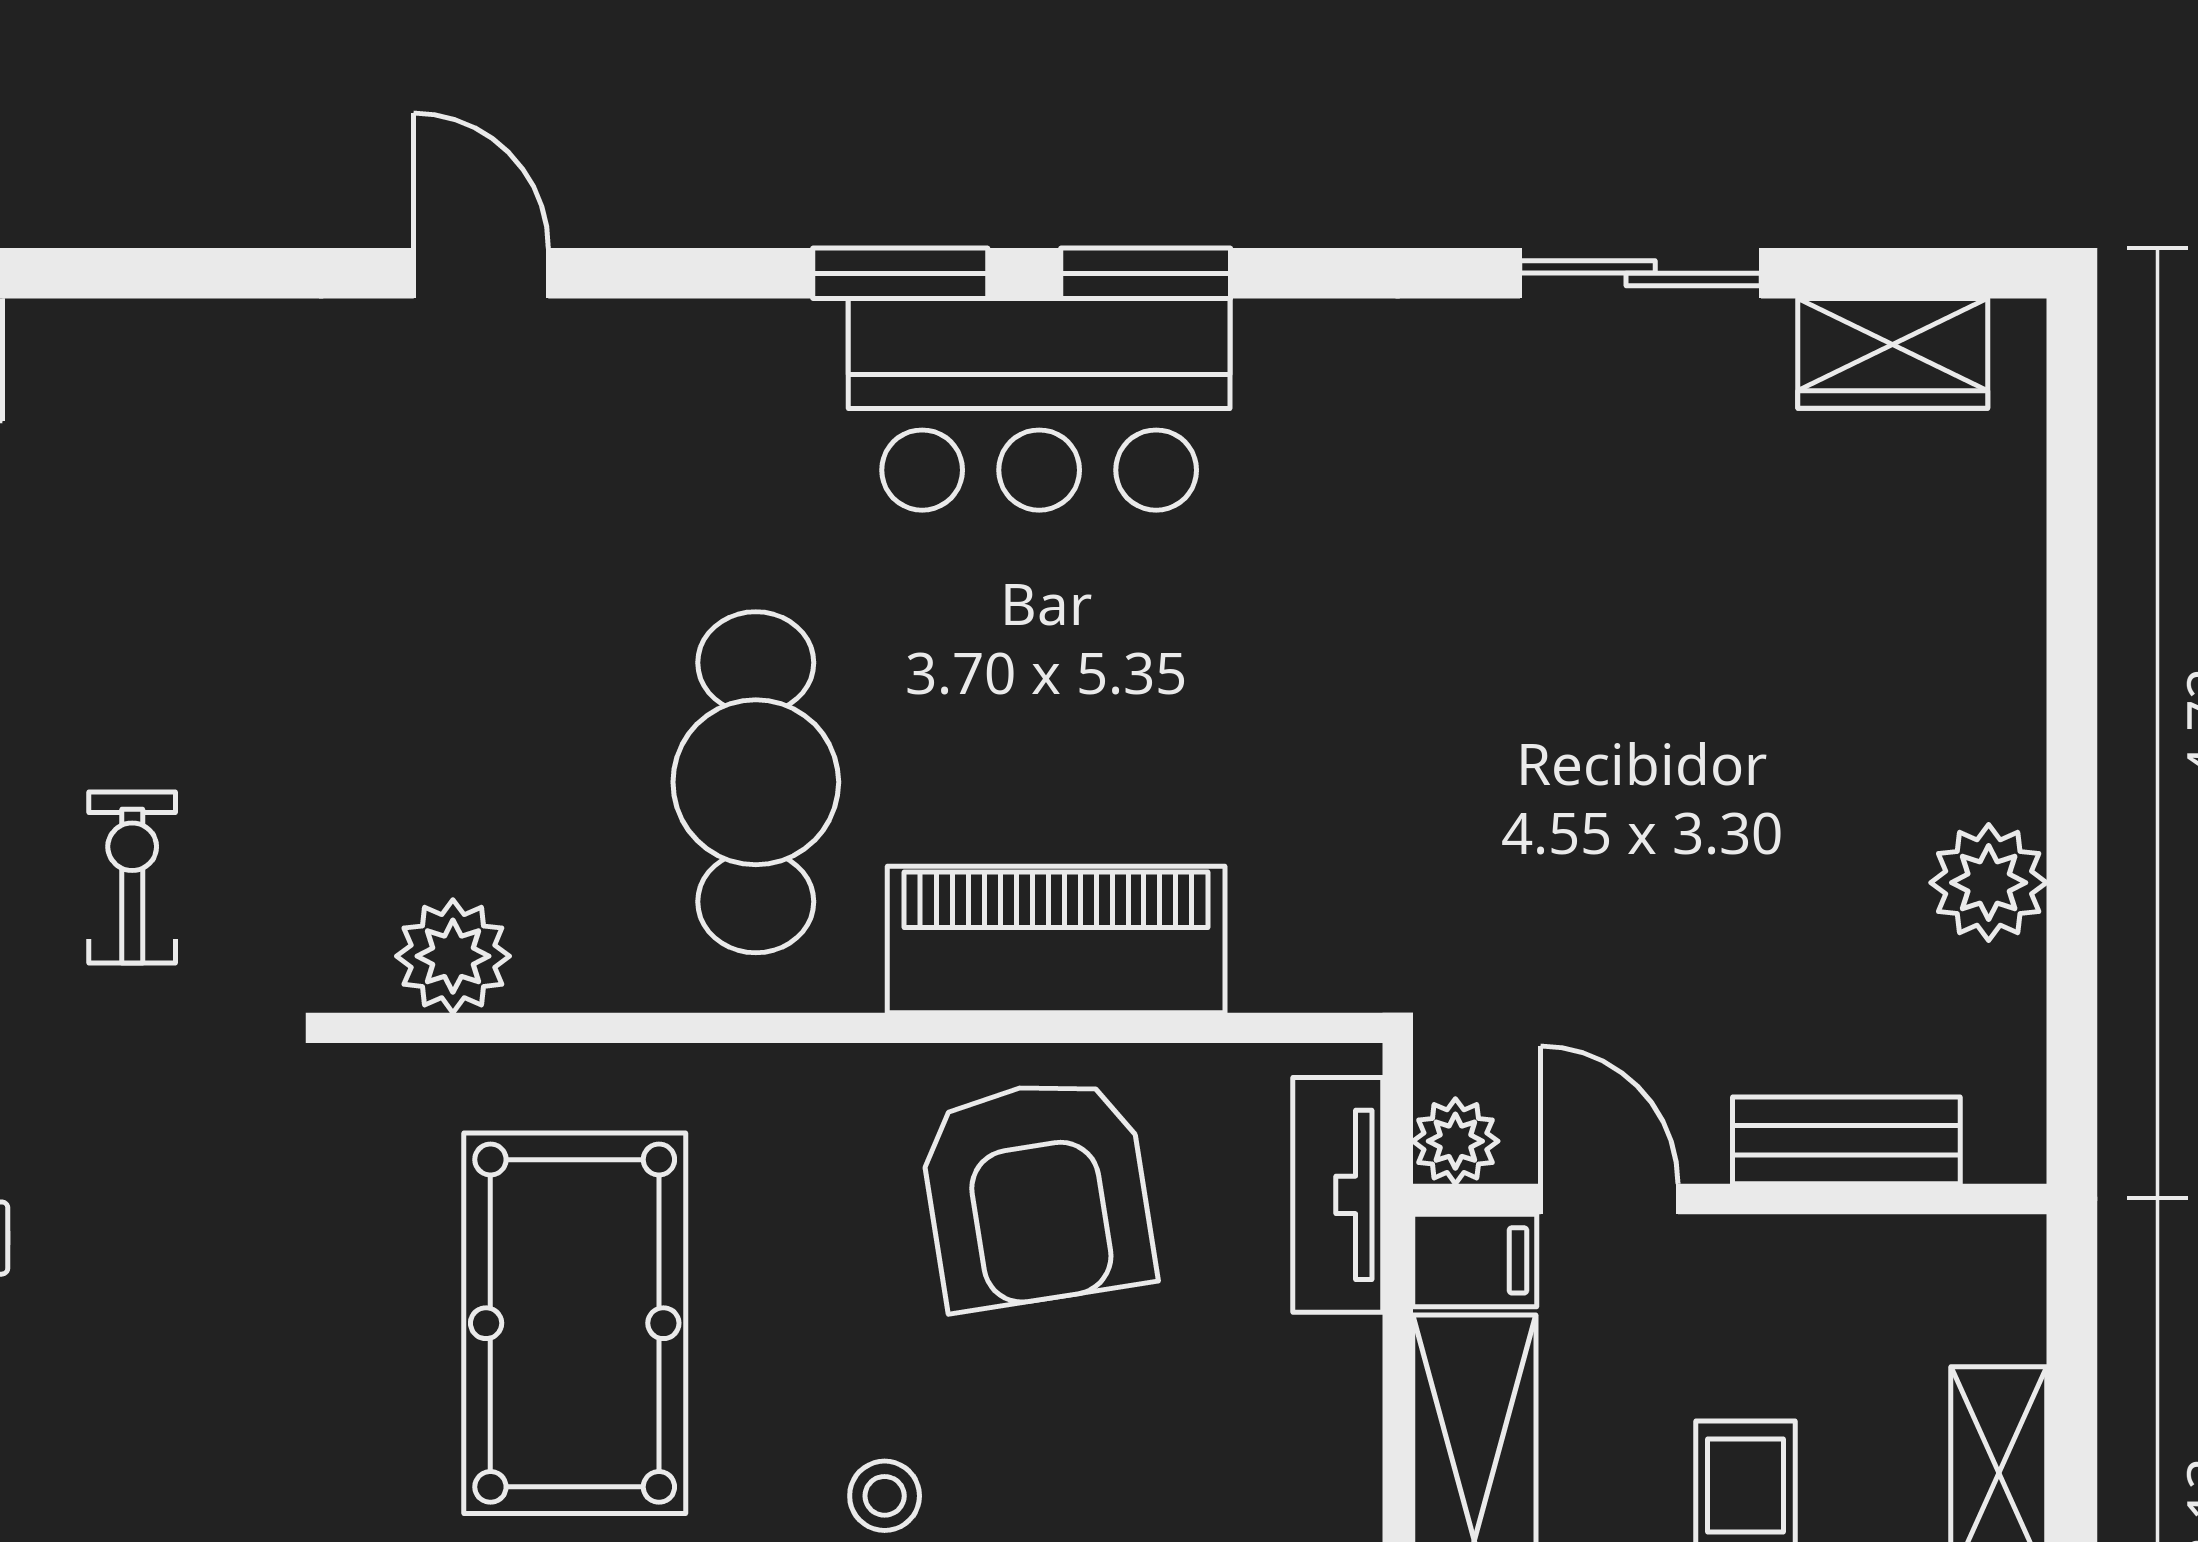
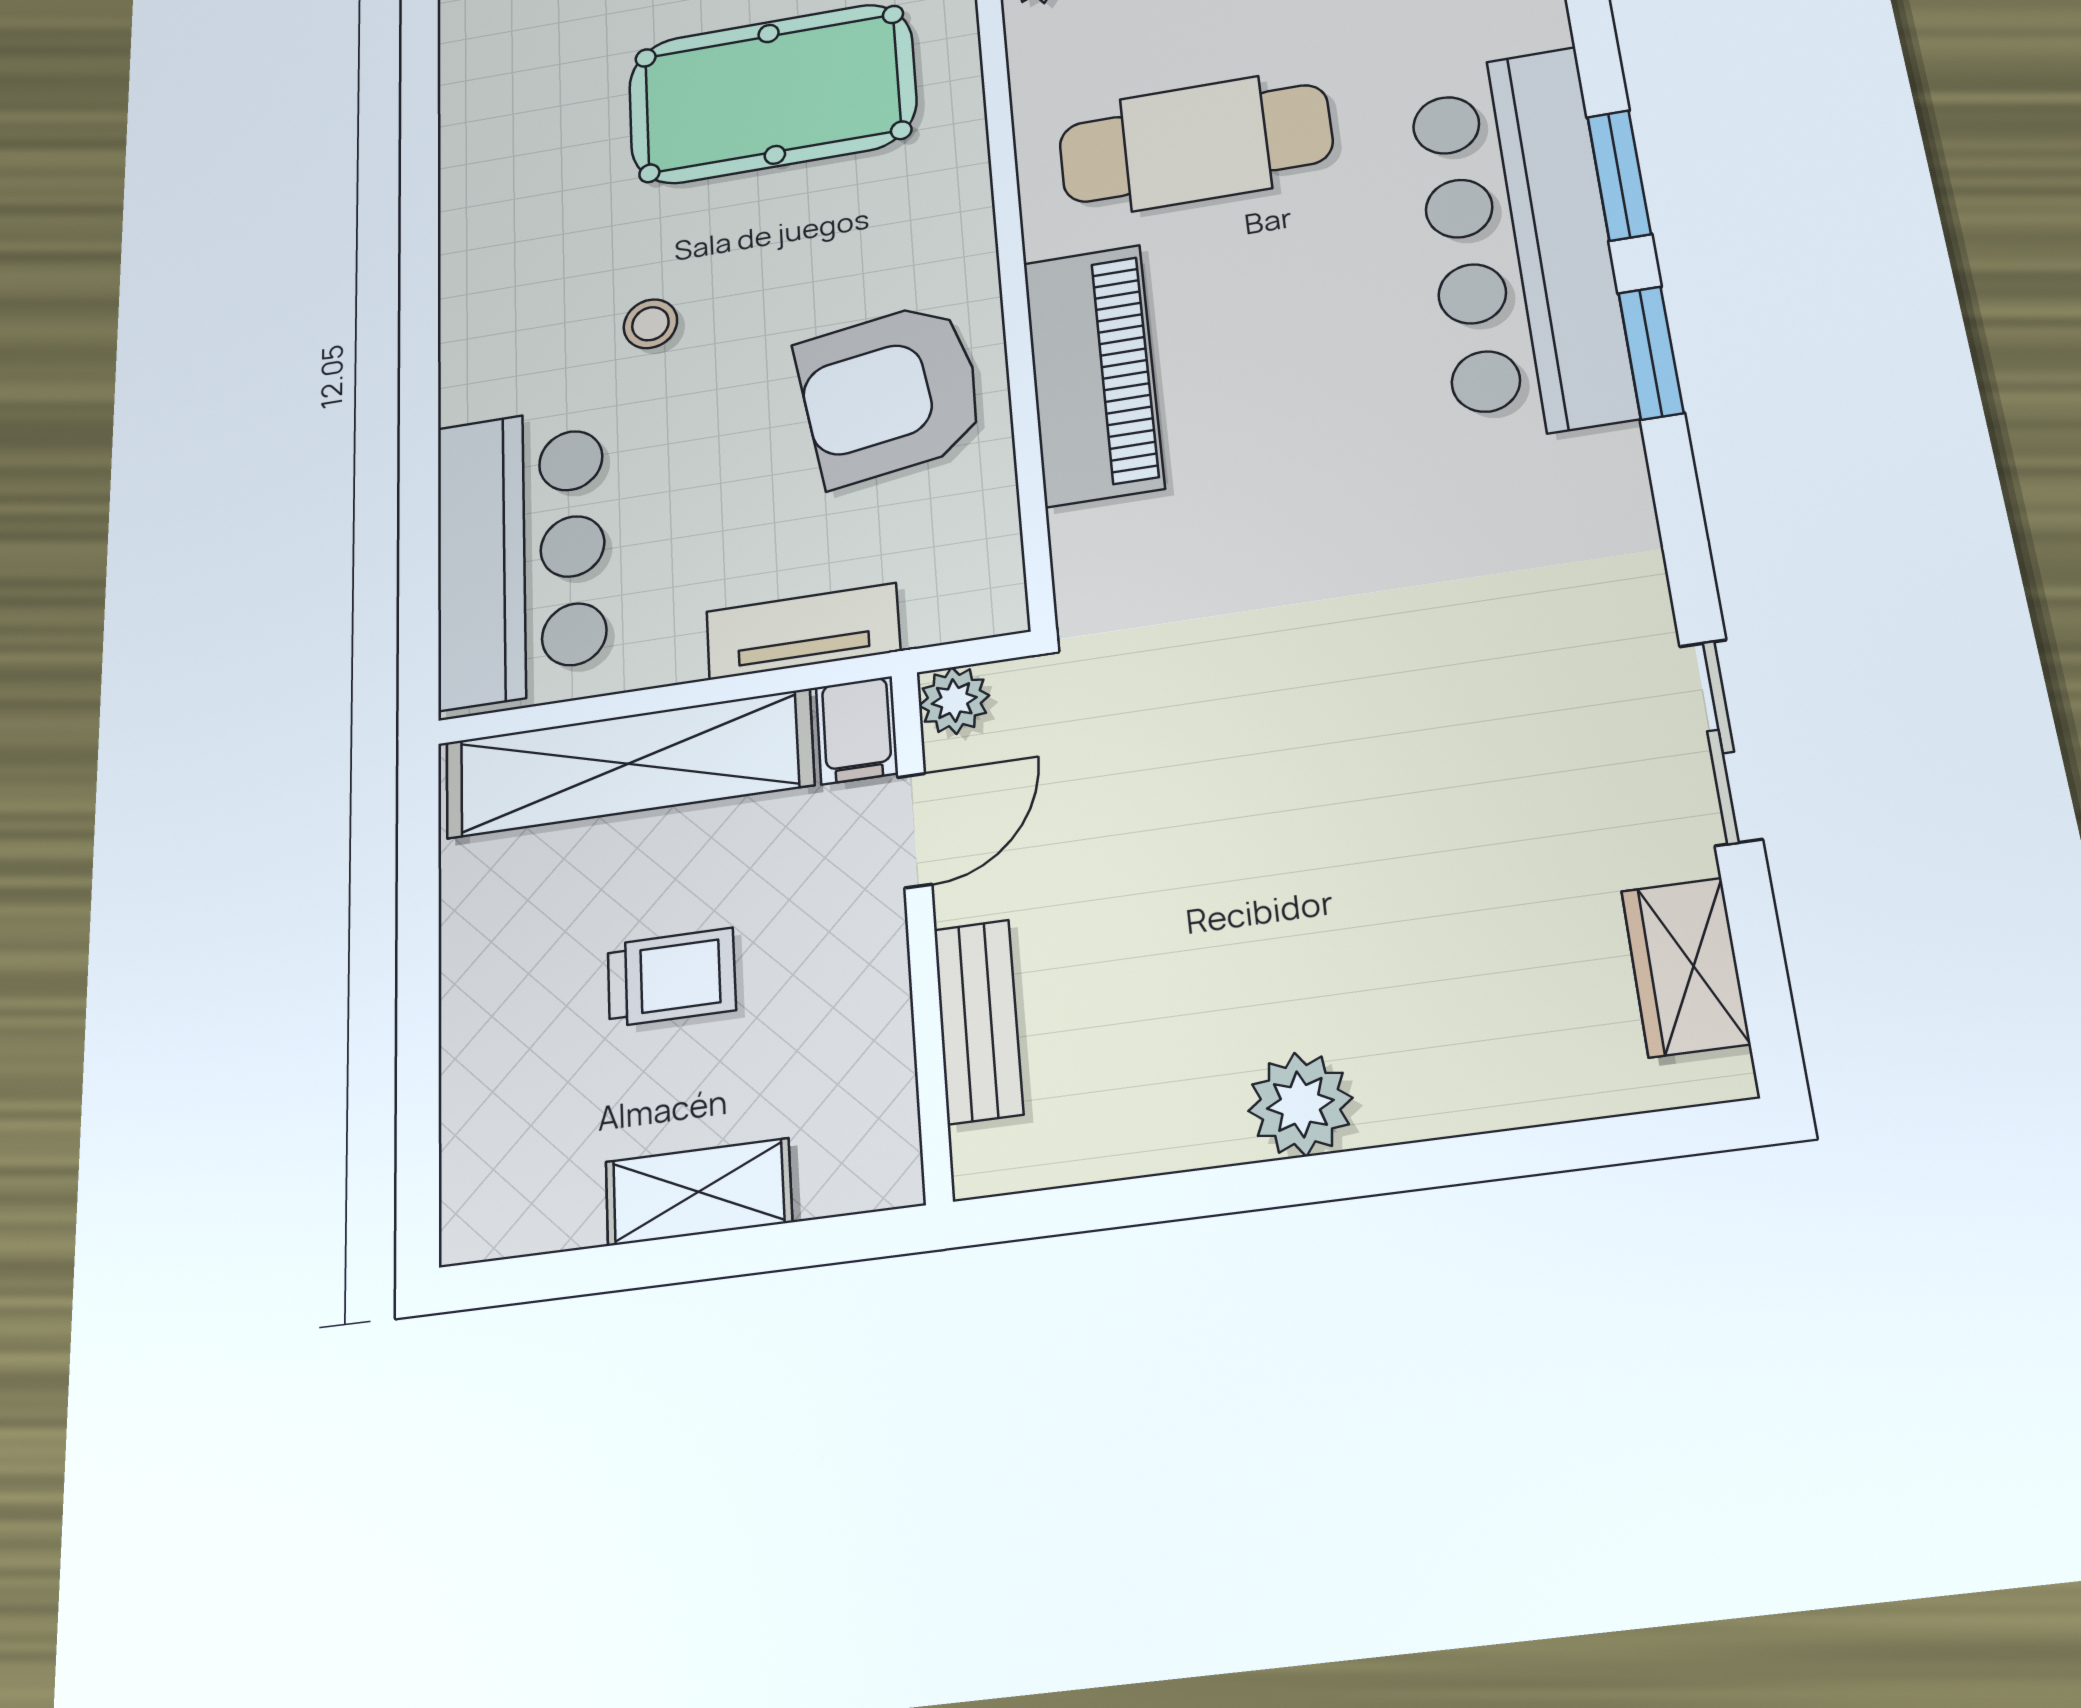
bar counter: (1039, 404) -> (1520, 242), width x1.36
plant: (1989, 883) -> (1300, 1104), moved
tv unit: (1338, 1195) -> (803, 631), moved

